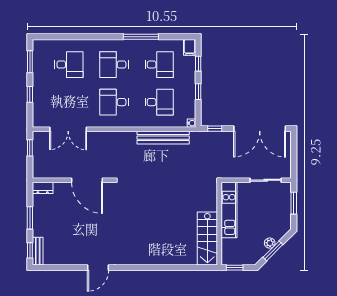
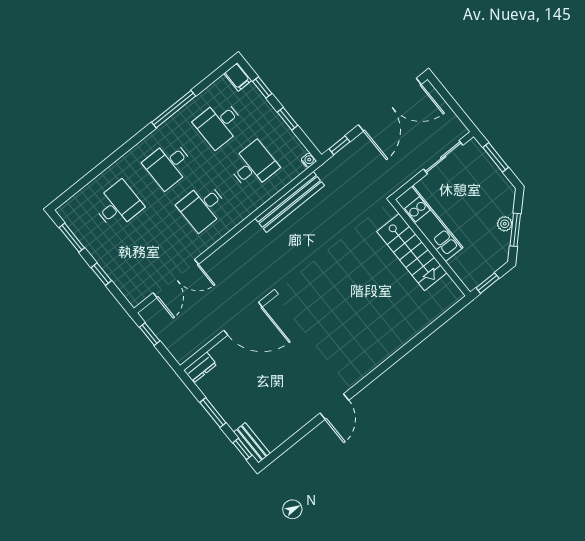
desk: (159, 65) -> (219, 124), turned 180
stairs: (207, 239) -> (412, 252), moved

